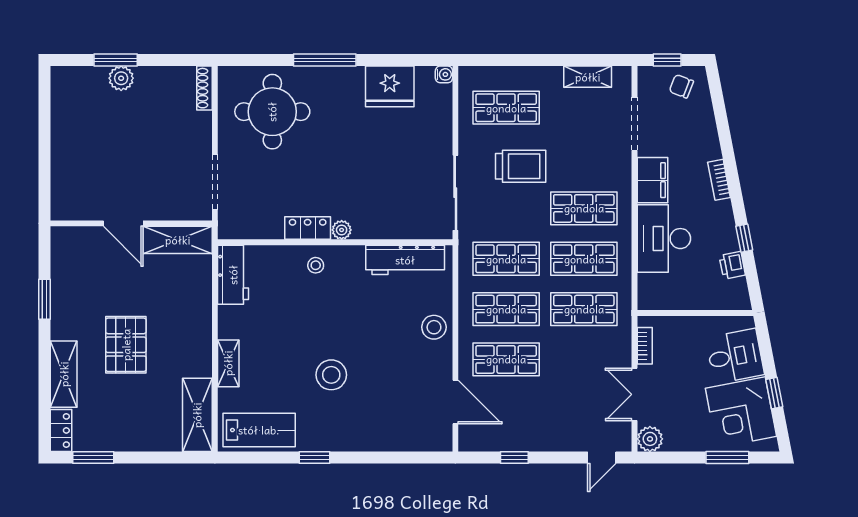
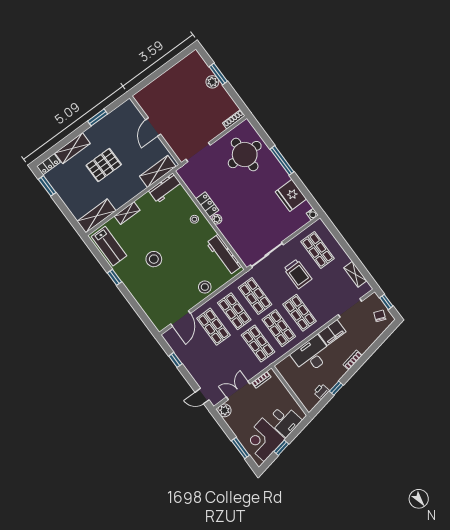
shelving: (178, 240) -> (158, 171), moved, turned 90

